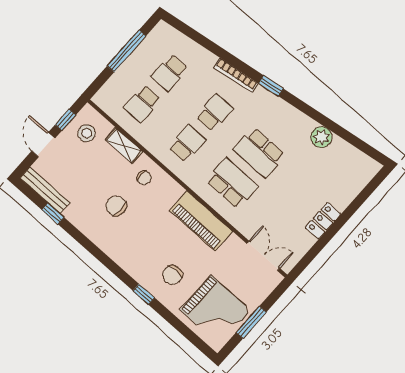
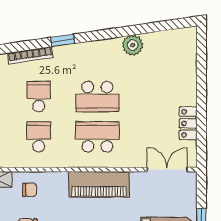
locker: (323, 221) -> (188, 123), moved

